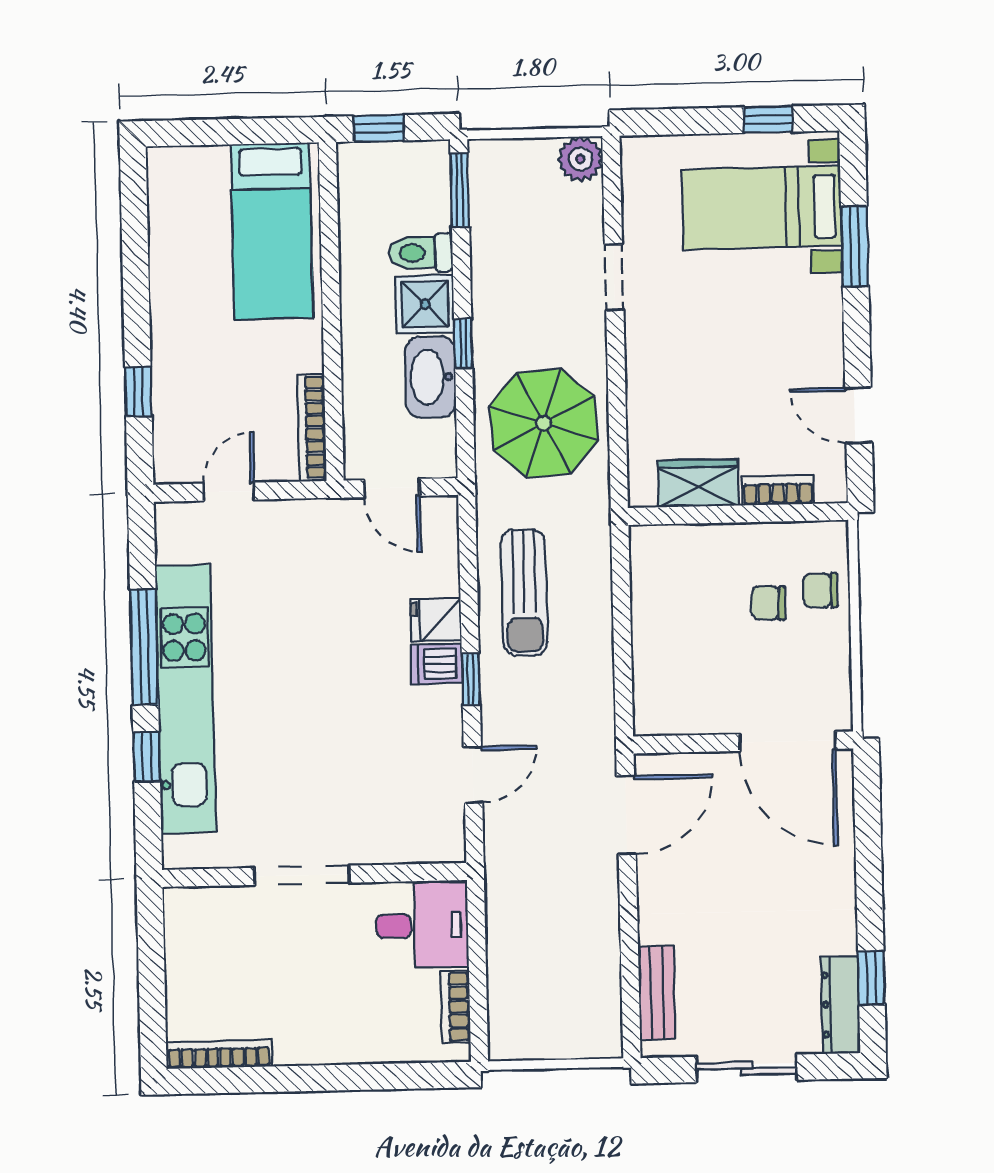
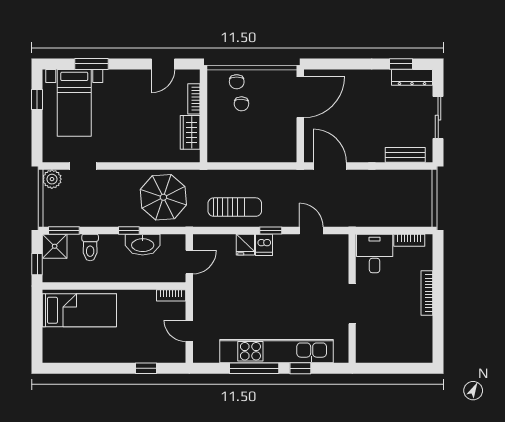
doorway: (614, 277) -> (83, 166), moved
shower: (425, 304) -> (55, 246), moved
bookcase: (312, 428) -> (171, 295), width x0.64
bookcase: (219, 1054) -> (427, 293), moved

